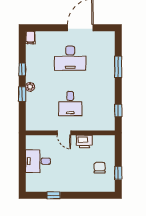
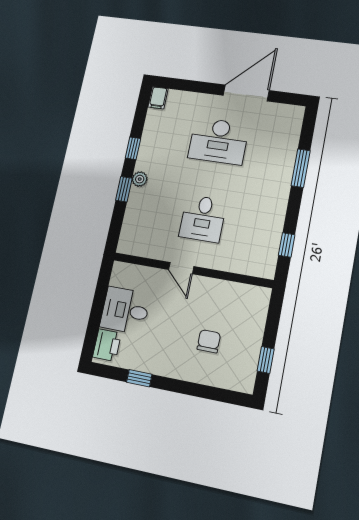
printer: (84, 142) -> (107, 345), moved, turned -90
chair: (100, 168) -> (209, 341), moved

